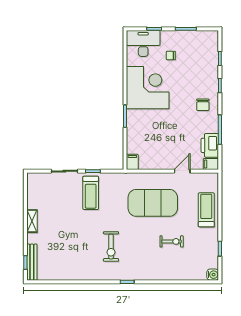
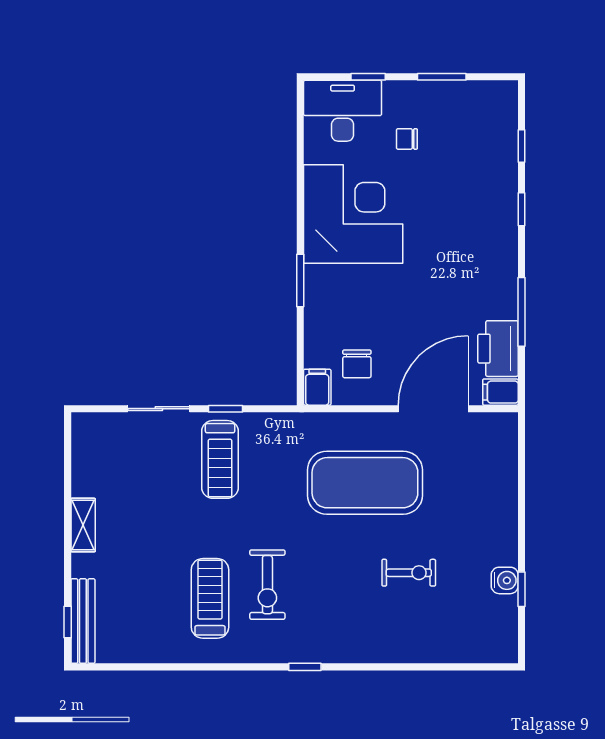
chair: (203, 105) -> (357, 364), moved
door: (182, 171) -> (433, 409), width x1.88
treadmill: (206, 210) -> (210, 598), moved
water cooler: (213, 275) -> (505, 580), moved

